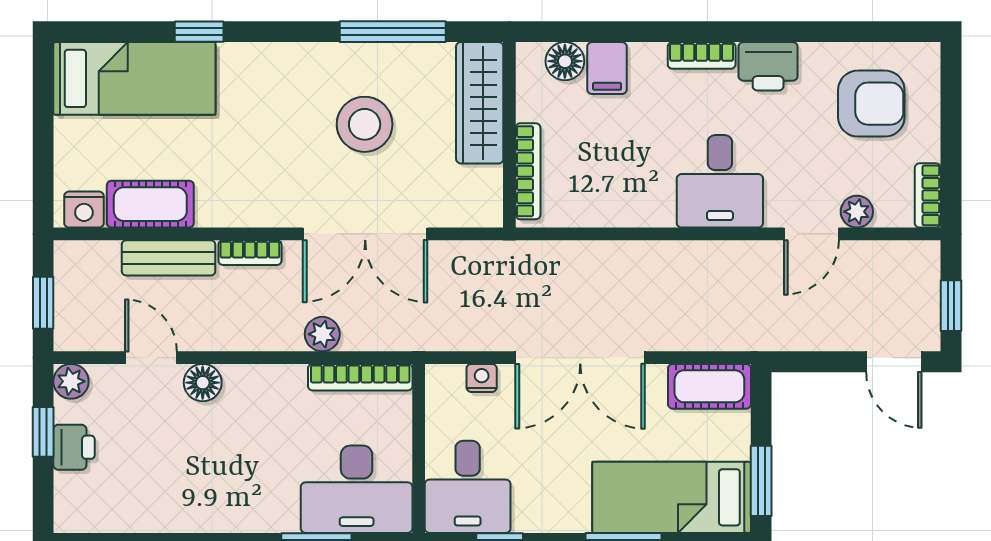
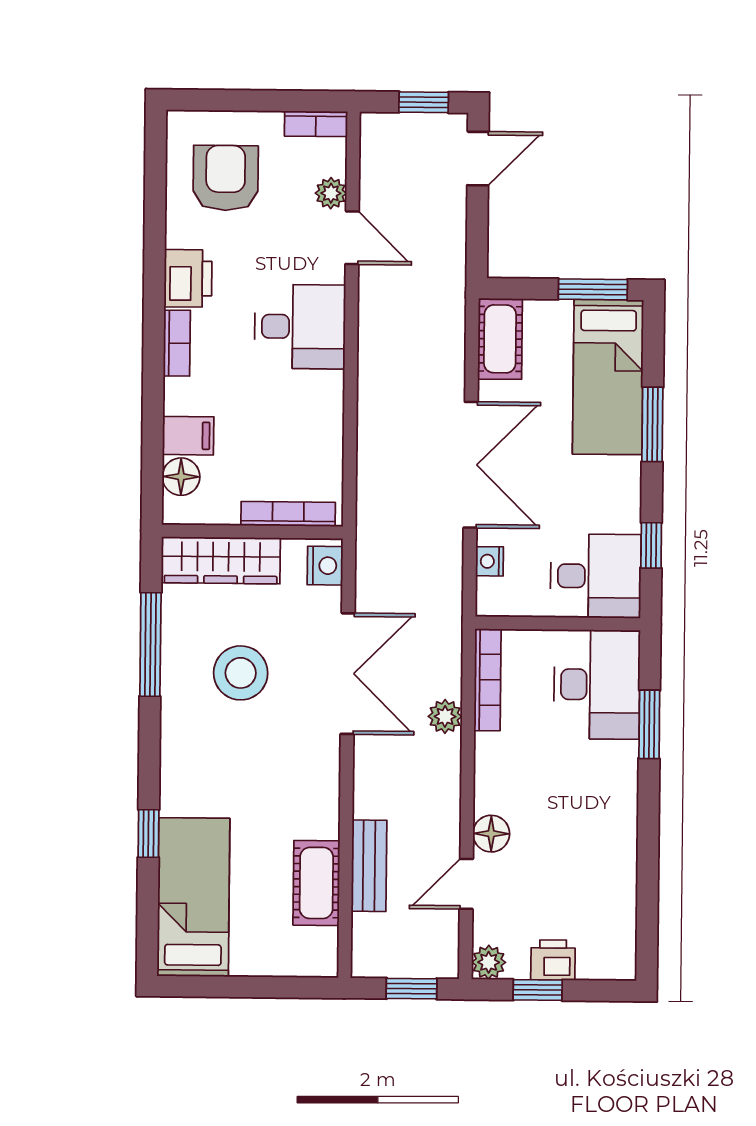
nightstand: (84, 210) -> (325, 566), moved
bookcase: (250, 253) -> (365, 786), removed

